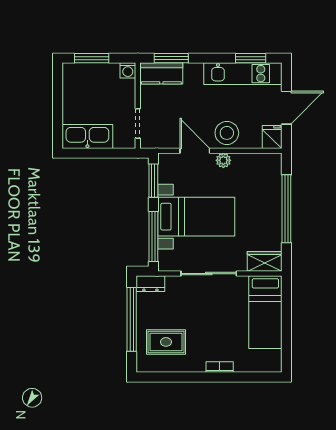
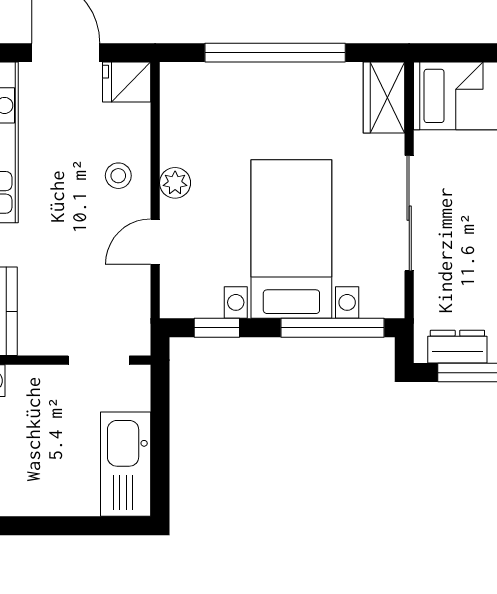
stool: (227, 133) -> (118, 176), width x0.53, depth x0.53
door: (195, 151) -> (155, 242), width x0.73
window: (153, 181) -> (217, 328), width x0.67
dresser: (150, 284) -> (457, 347), moved, turned -90

